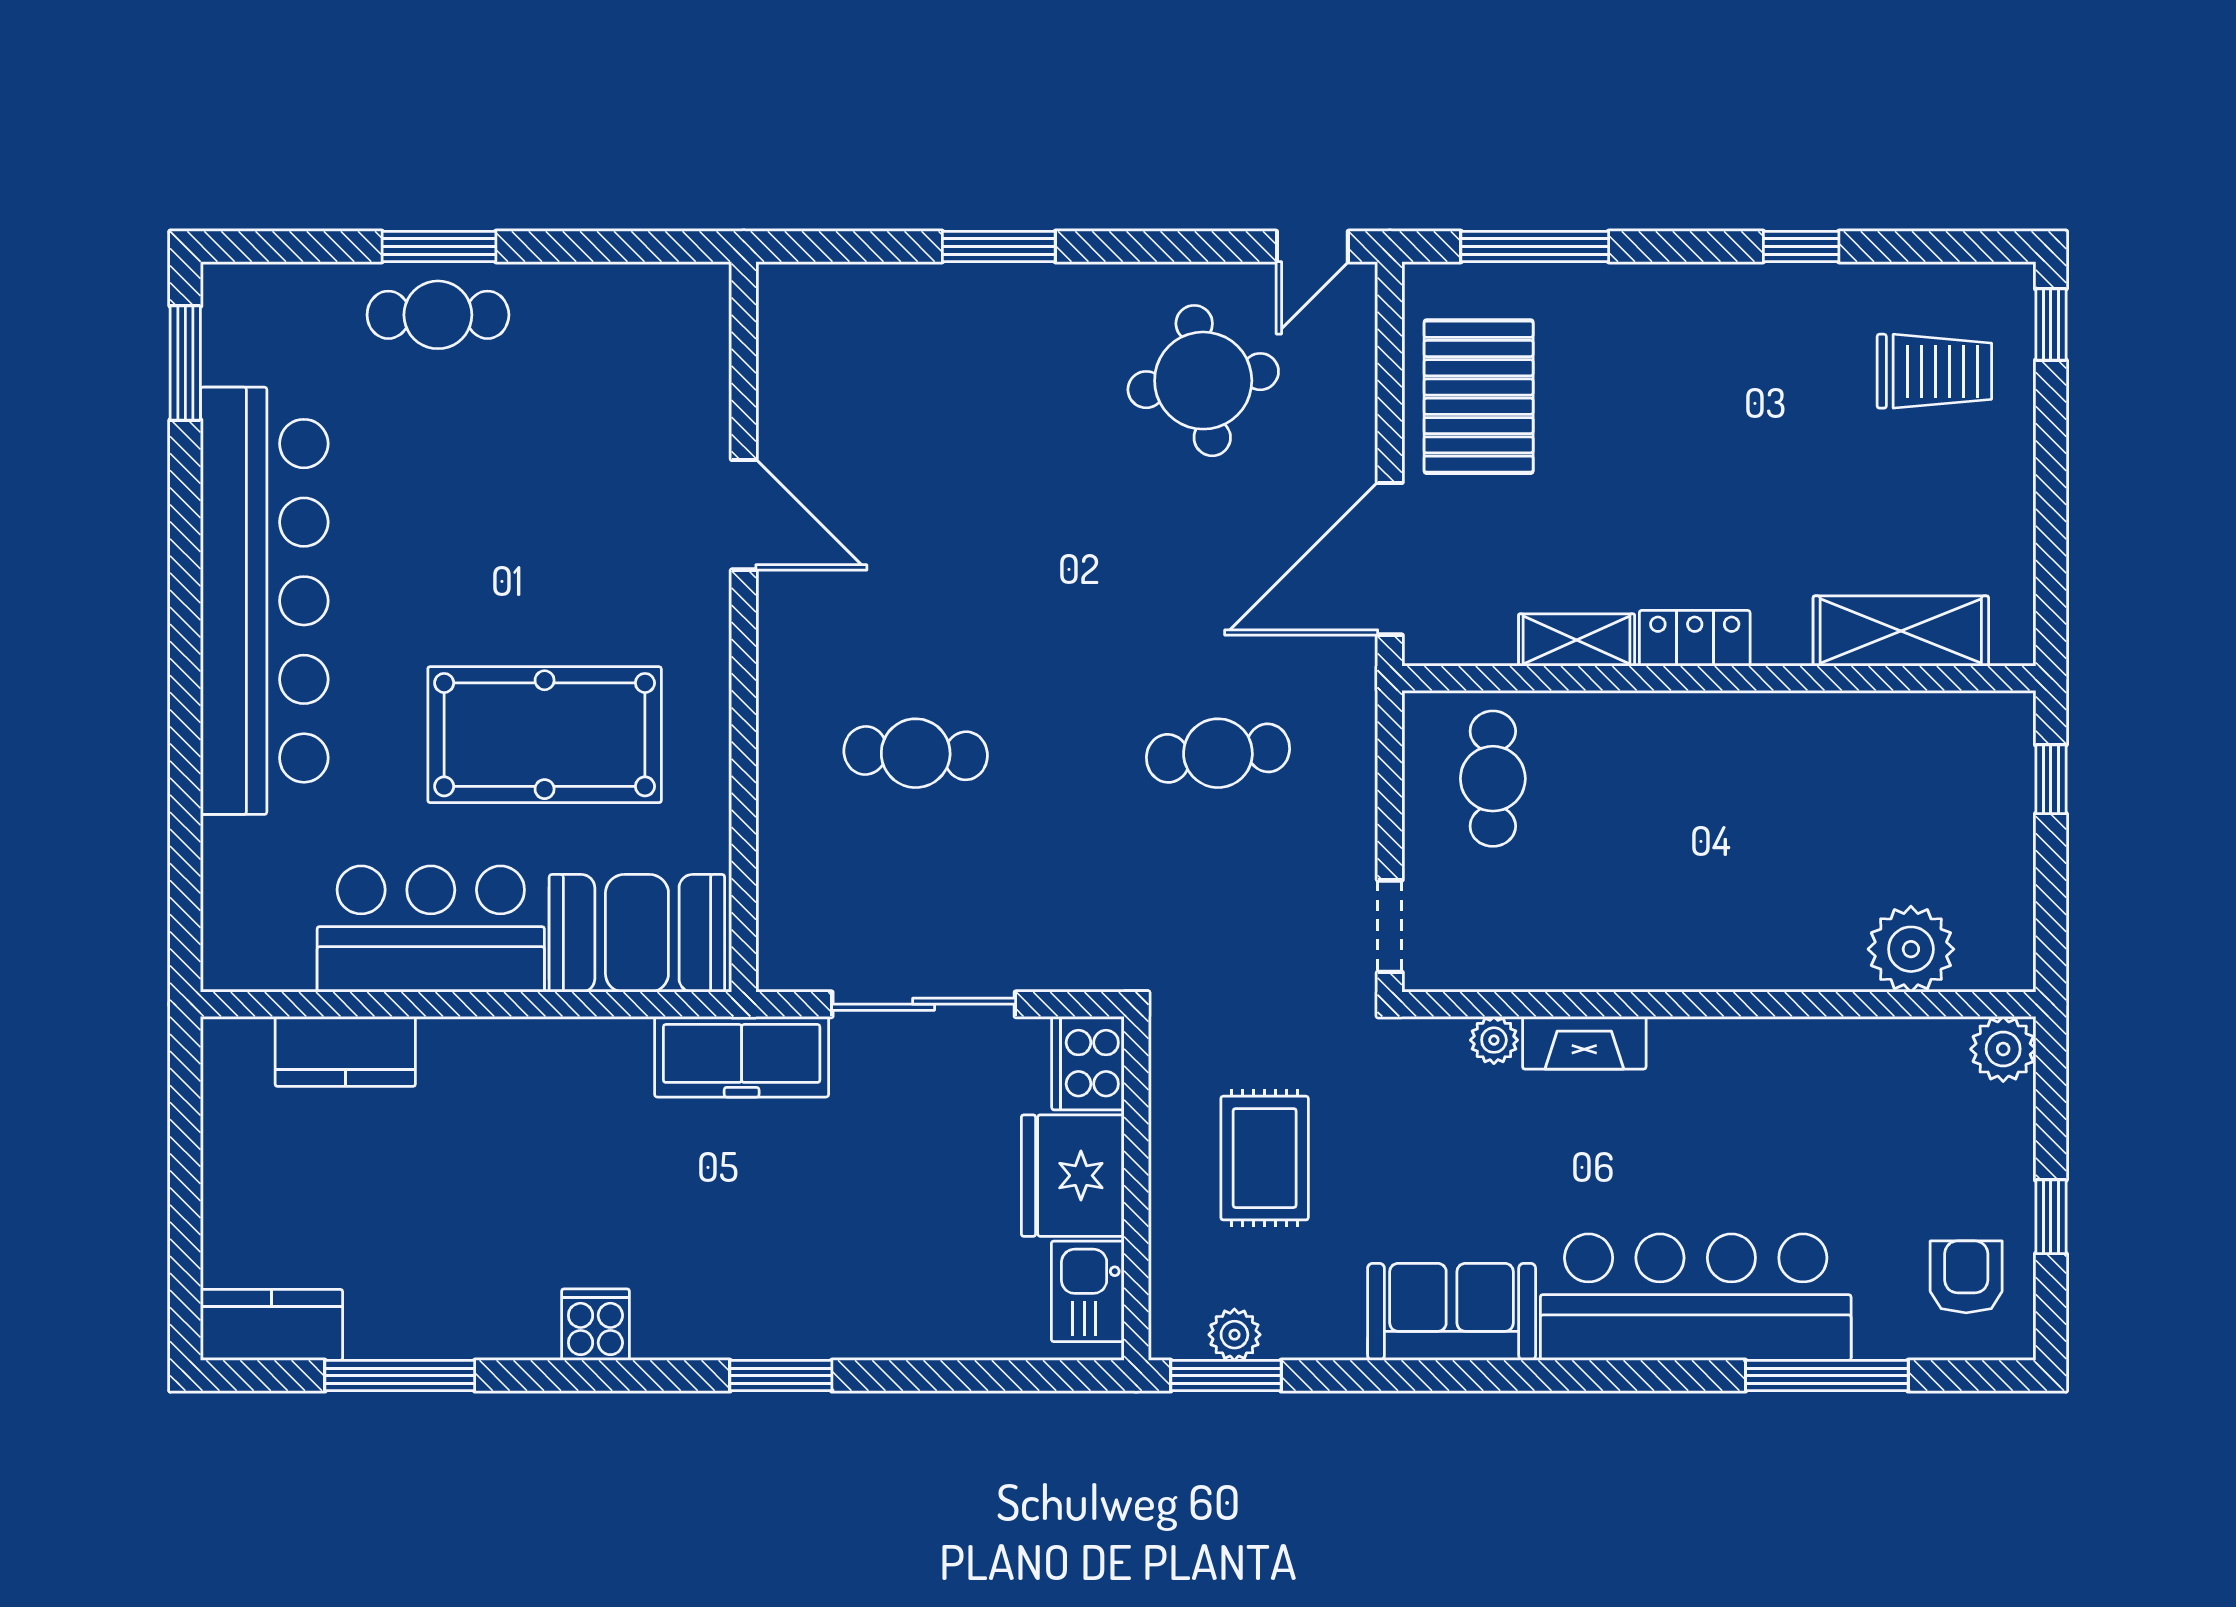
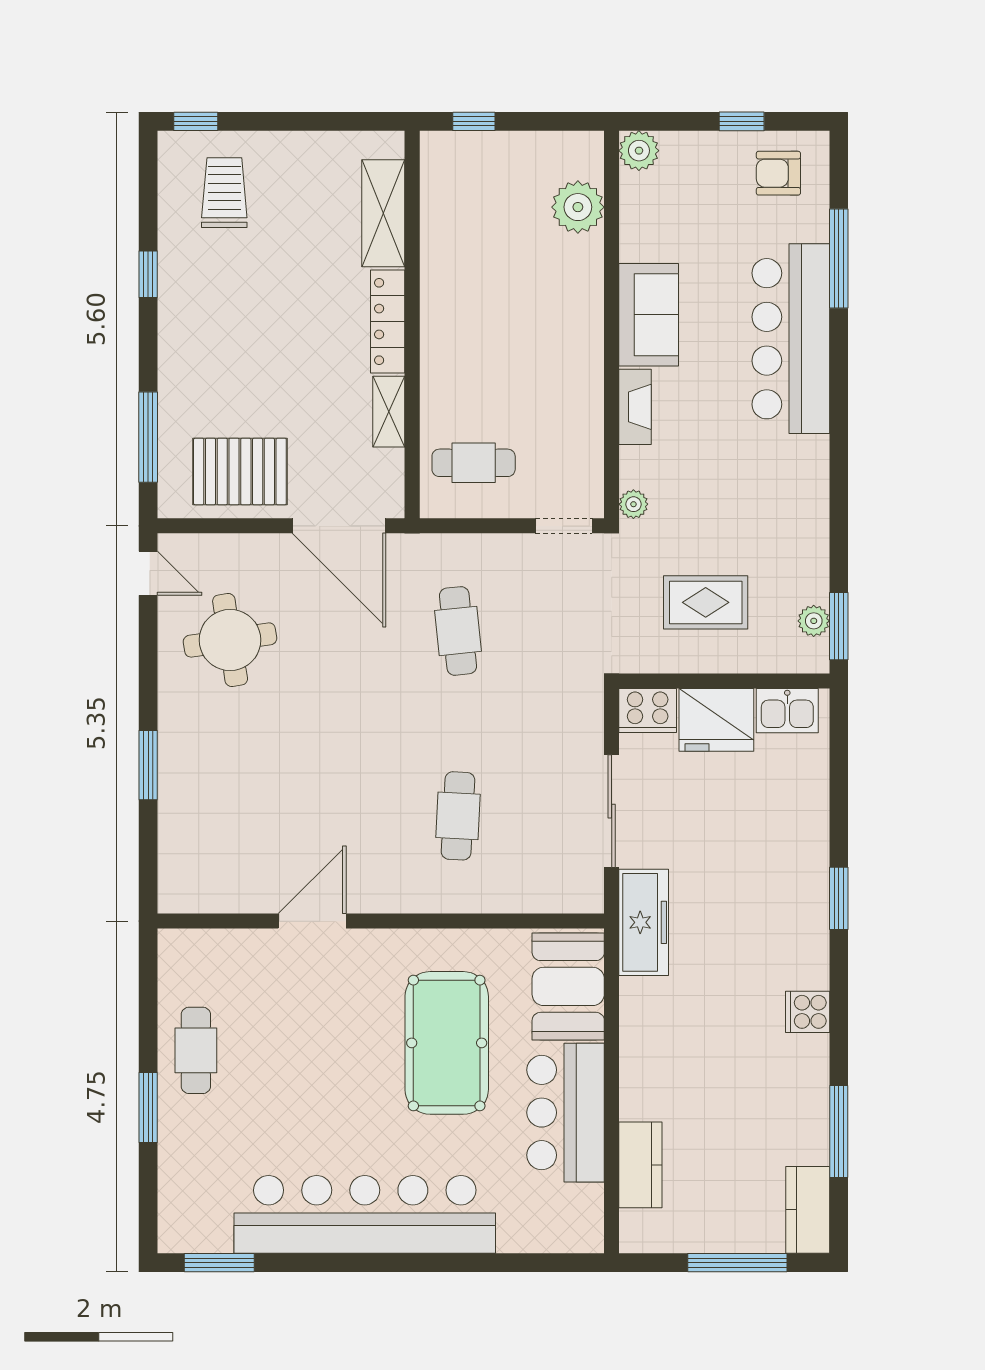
cafe table: (438, 315) -> (196, 1050), moved
locker: (1695, 638) -> (388, 321), width x1.53
plant: (1494, 1040) -> (633, 504), moved
window: (185, 1210) -> (737, 1263), added
sofa: (1452, 1312) -> (649, 315), moved, turned 180

